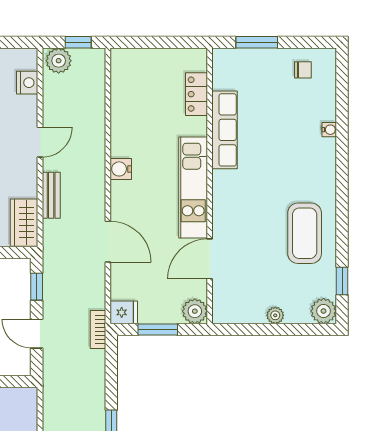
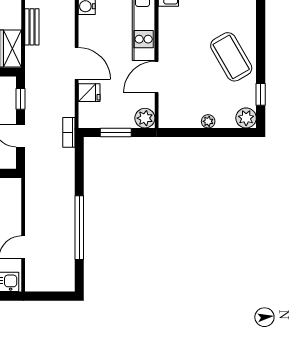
coffee table: (305, 233) -> (231, 57), turned -30
fridge: (124, 312) -> (89, 93), moved

